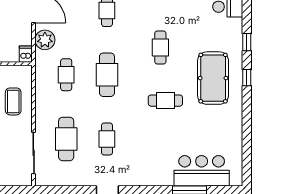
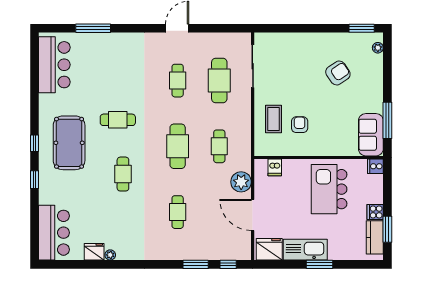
dishwasher: (26, 54) -> (275, 167), moved
bar counter: (202, 171) -> (54, 65), moved, turned -90

